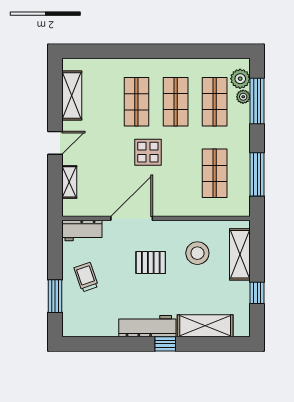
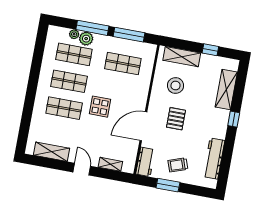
plant: (240, 79) -> (86, 39), moved
window: (257, 101) -> (92, 28), moved
door: (132, 218) -> (143, 126), hinge flipped
window: (55, 296) -> (168, 185), moved
workbench: (147, 326) -> (214, 159), moved

